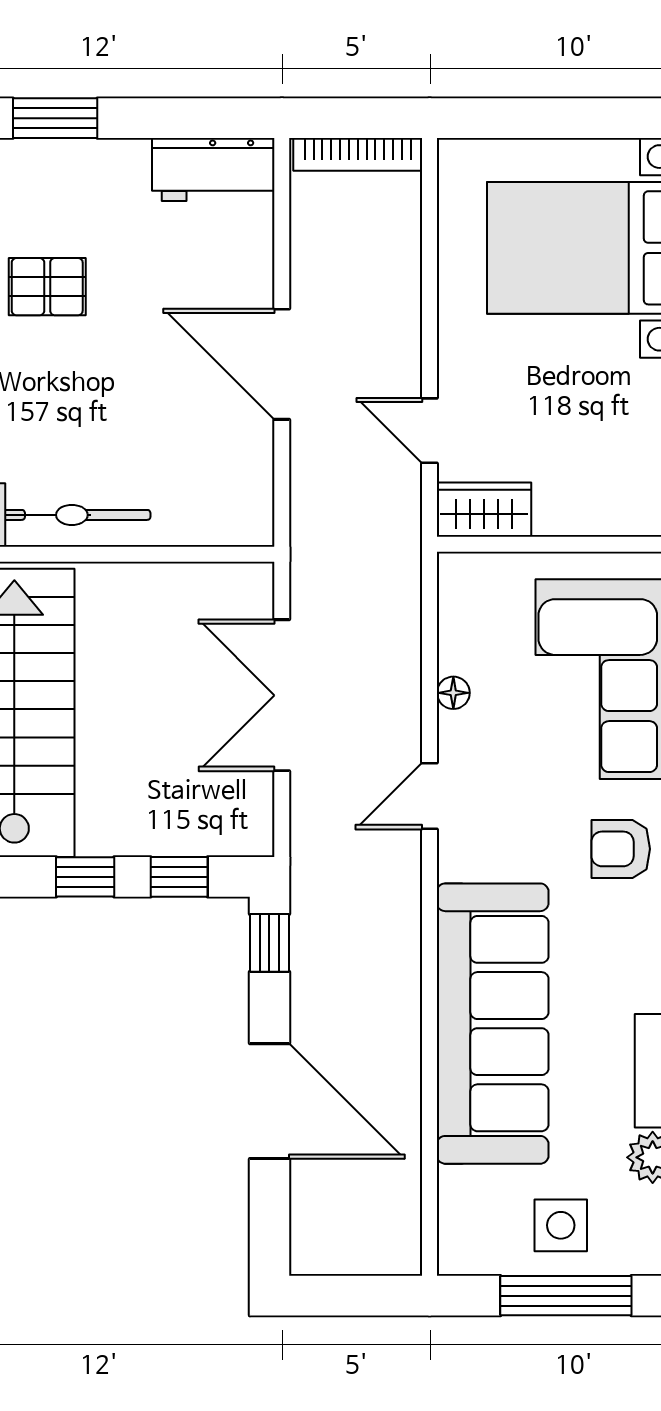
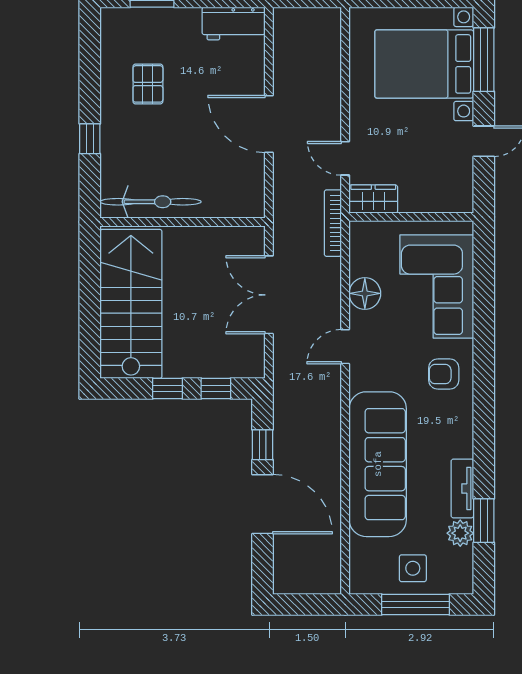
bookcase: (358, 154) -> (333, 223), moved, turned 90
pallet: (47, 287) -> (148, 84), turned 90
floor lamp: (453, 693) -> (365, 293), width x1.89, depth x1.89
window: (269, 943) -> (263, 445), moved

